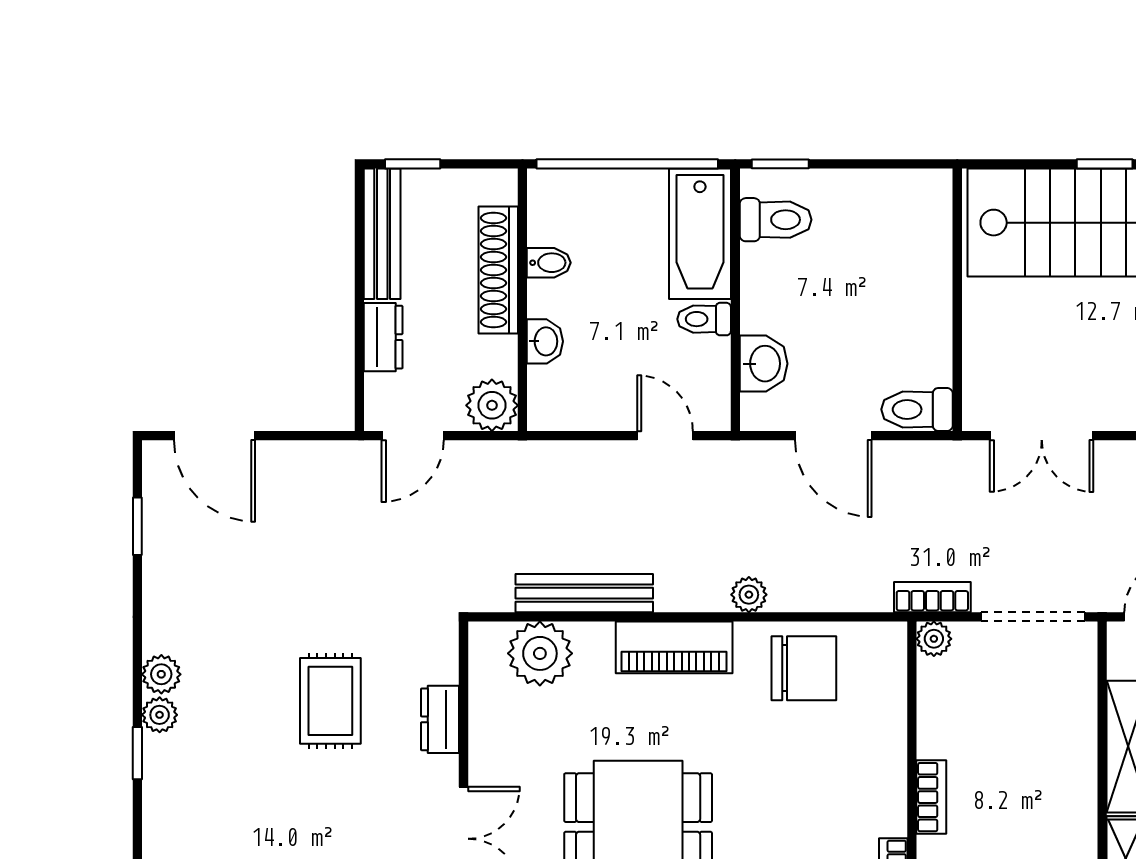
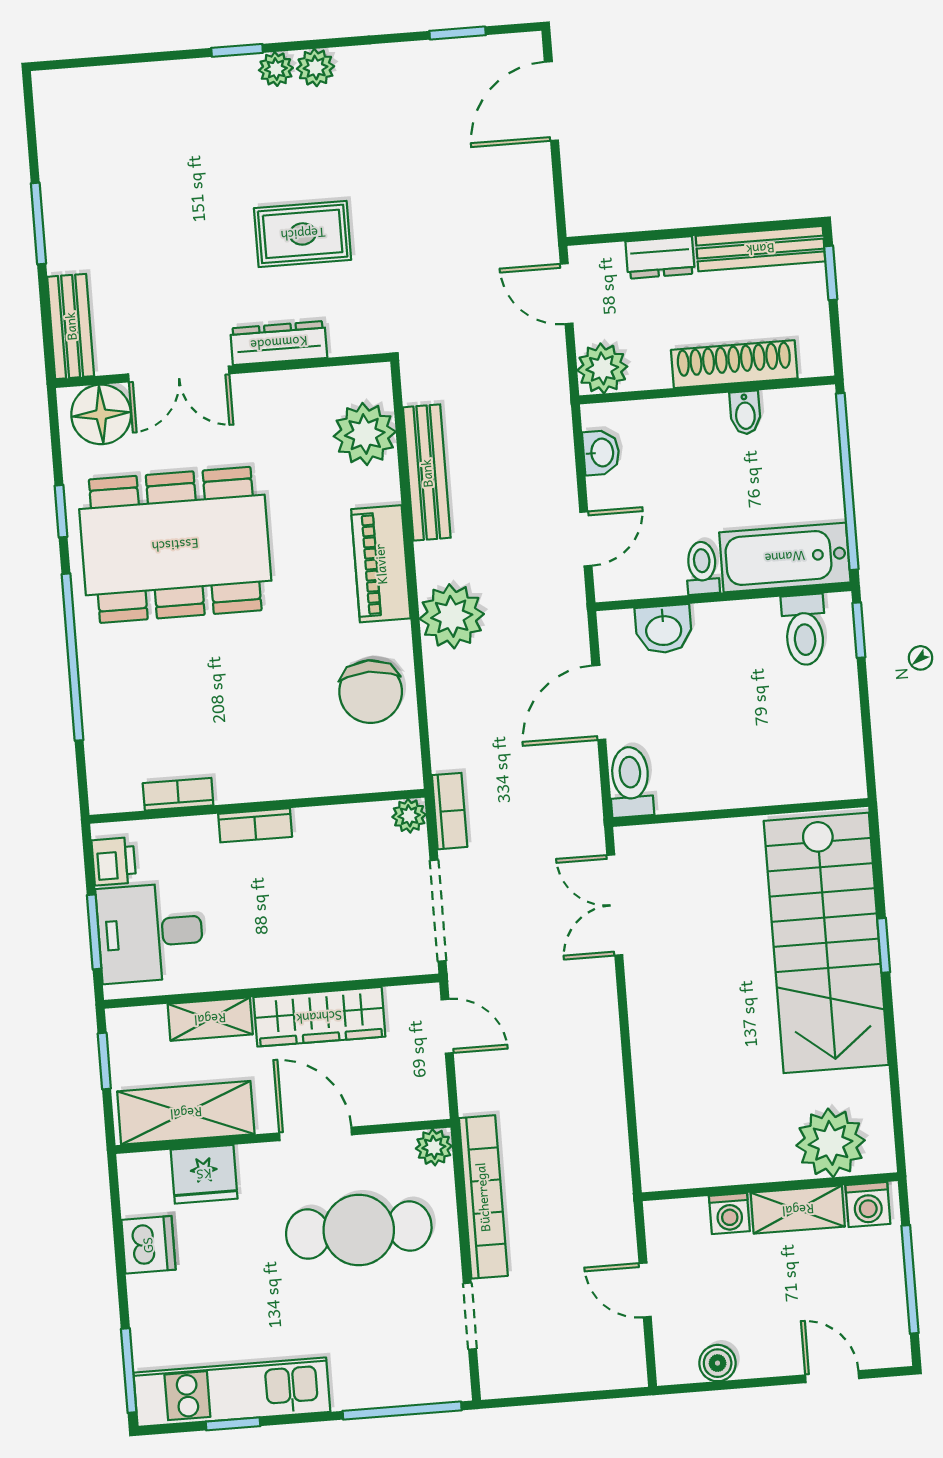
washbasin: (545, 341) -> (601, 453), moved, turned -90
plant: (749, 595) -> (452, 616), width x1.87, depth x1.87
dresser: (440, 719) -> (279, 343), width x1.44

